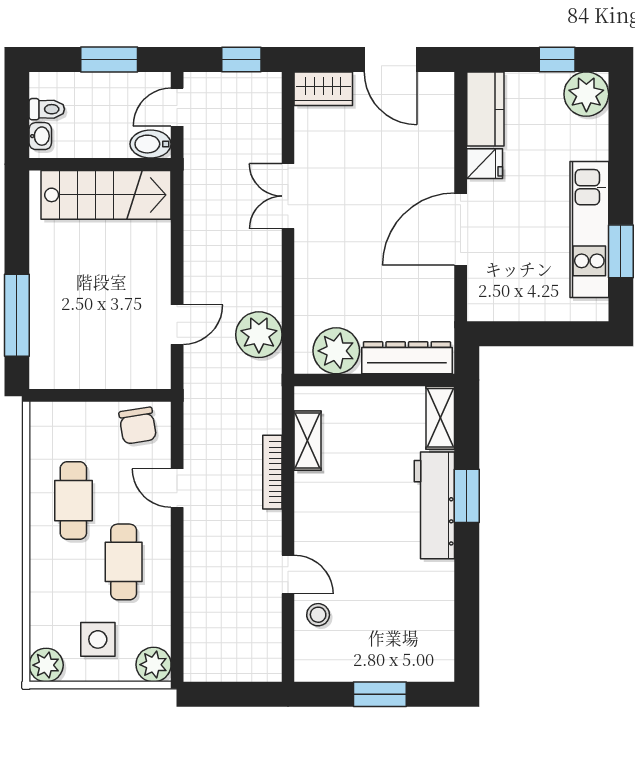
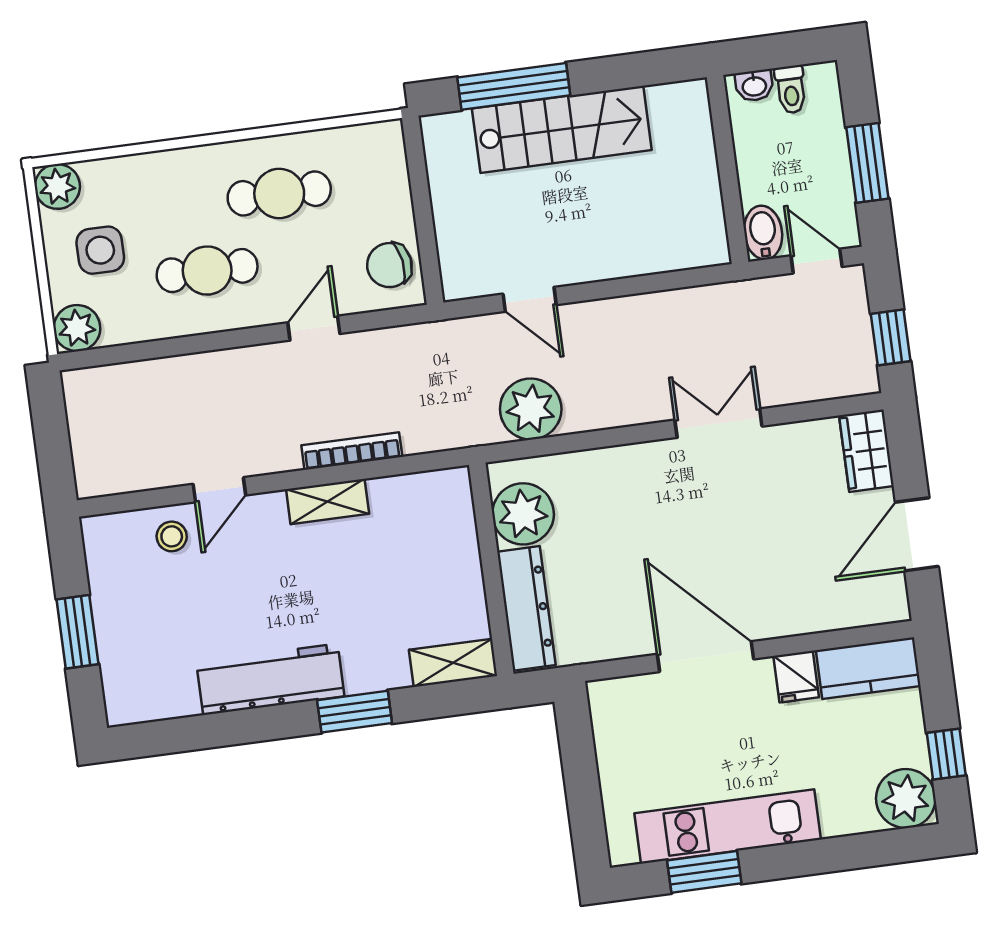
stairs: (106, 195) -> (562, 129), moved, turned -90
shelving: (308, 441) -> (328, 502), moved
workbench: (434, 505) -> (270, 679), moved

